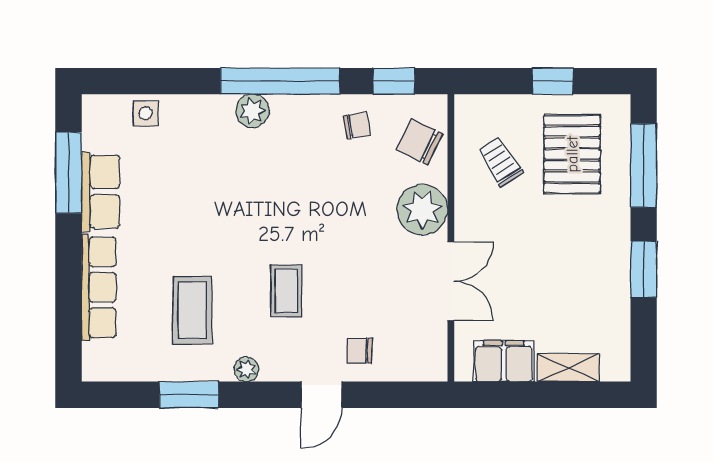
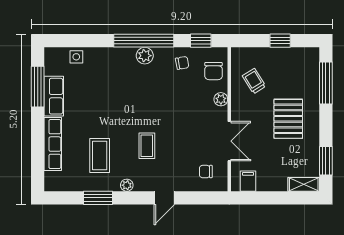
plant: (252, 111) -> (145, 56), moved
chair: (420, 142) -> (214, 71), turned -116
pallet: (572, 154) -> (288, 119), moved
plant: (422, 210) -> (221, 99), width x0.53, depth x0.53
window: (644, 269) -> (326, 161), moved
chair: (360, 351) -> (206, 172), moved
filing cabinet: (504, 361) -> (248, 181), width x0.50
shelving: (568, 368) -> (304, 184), moved

